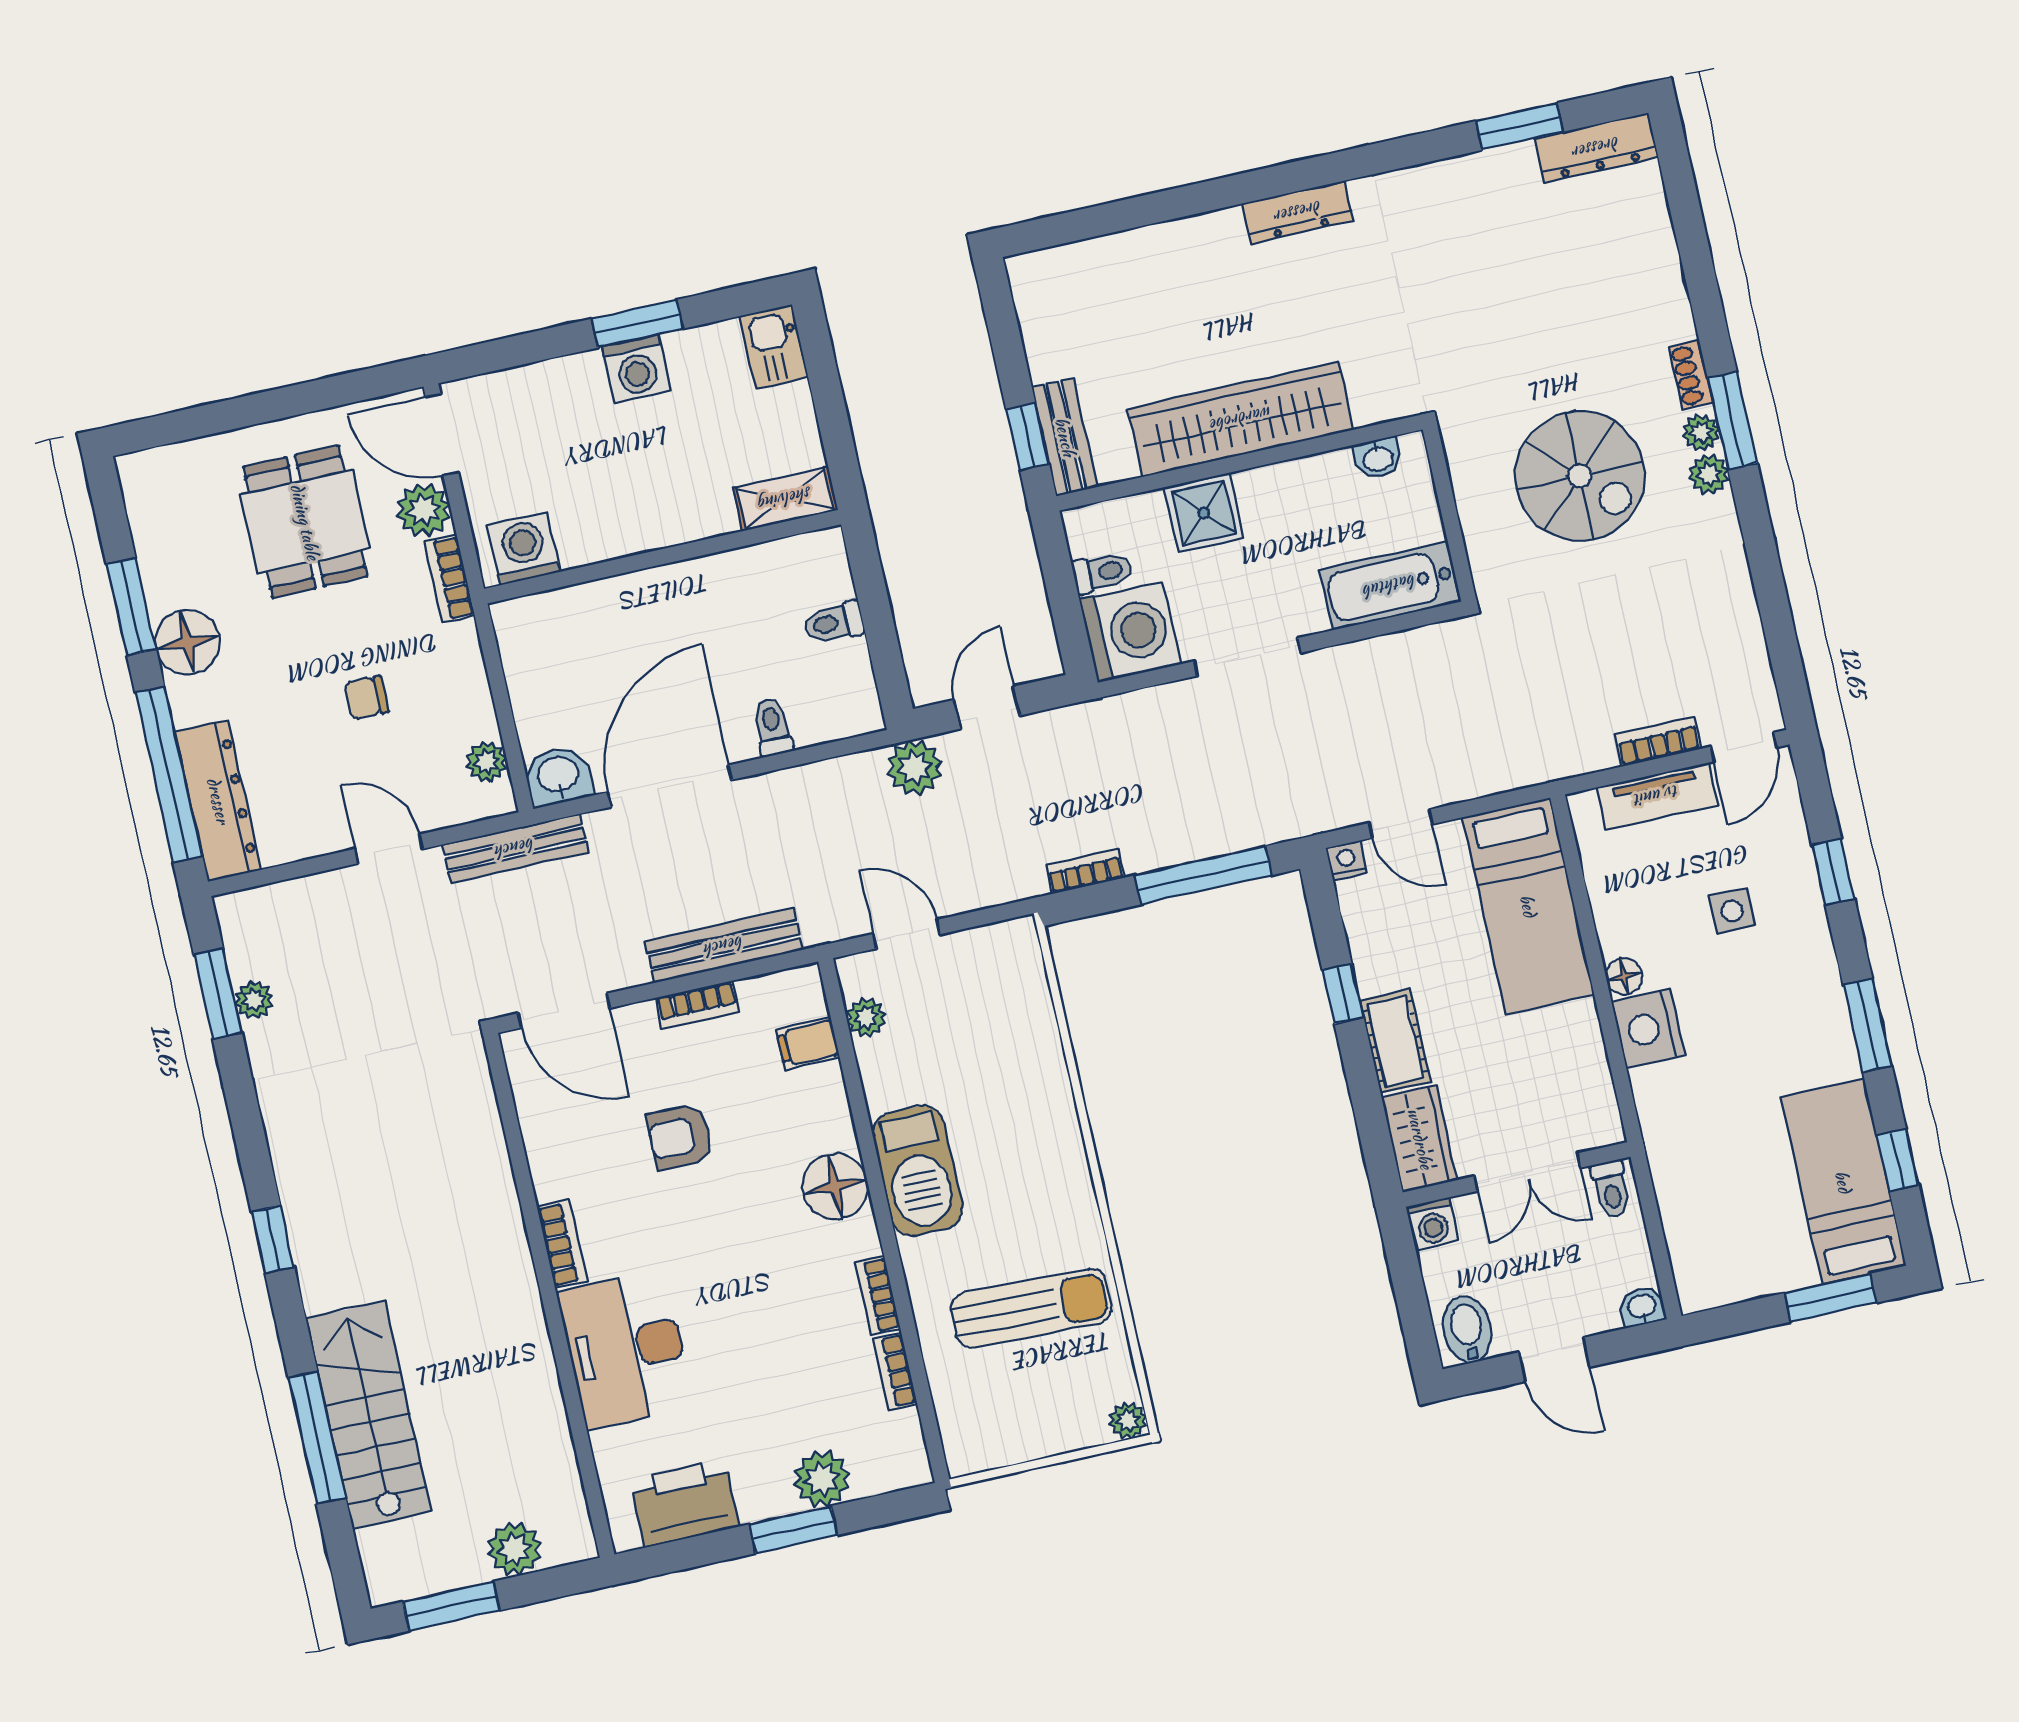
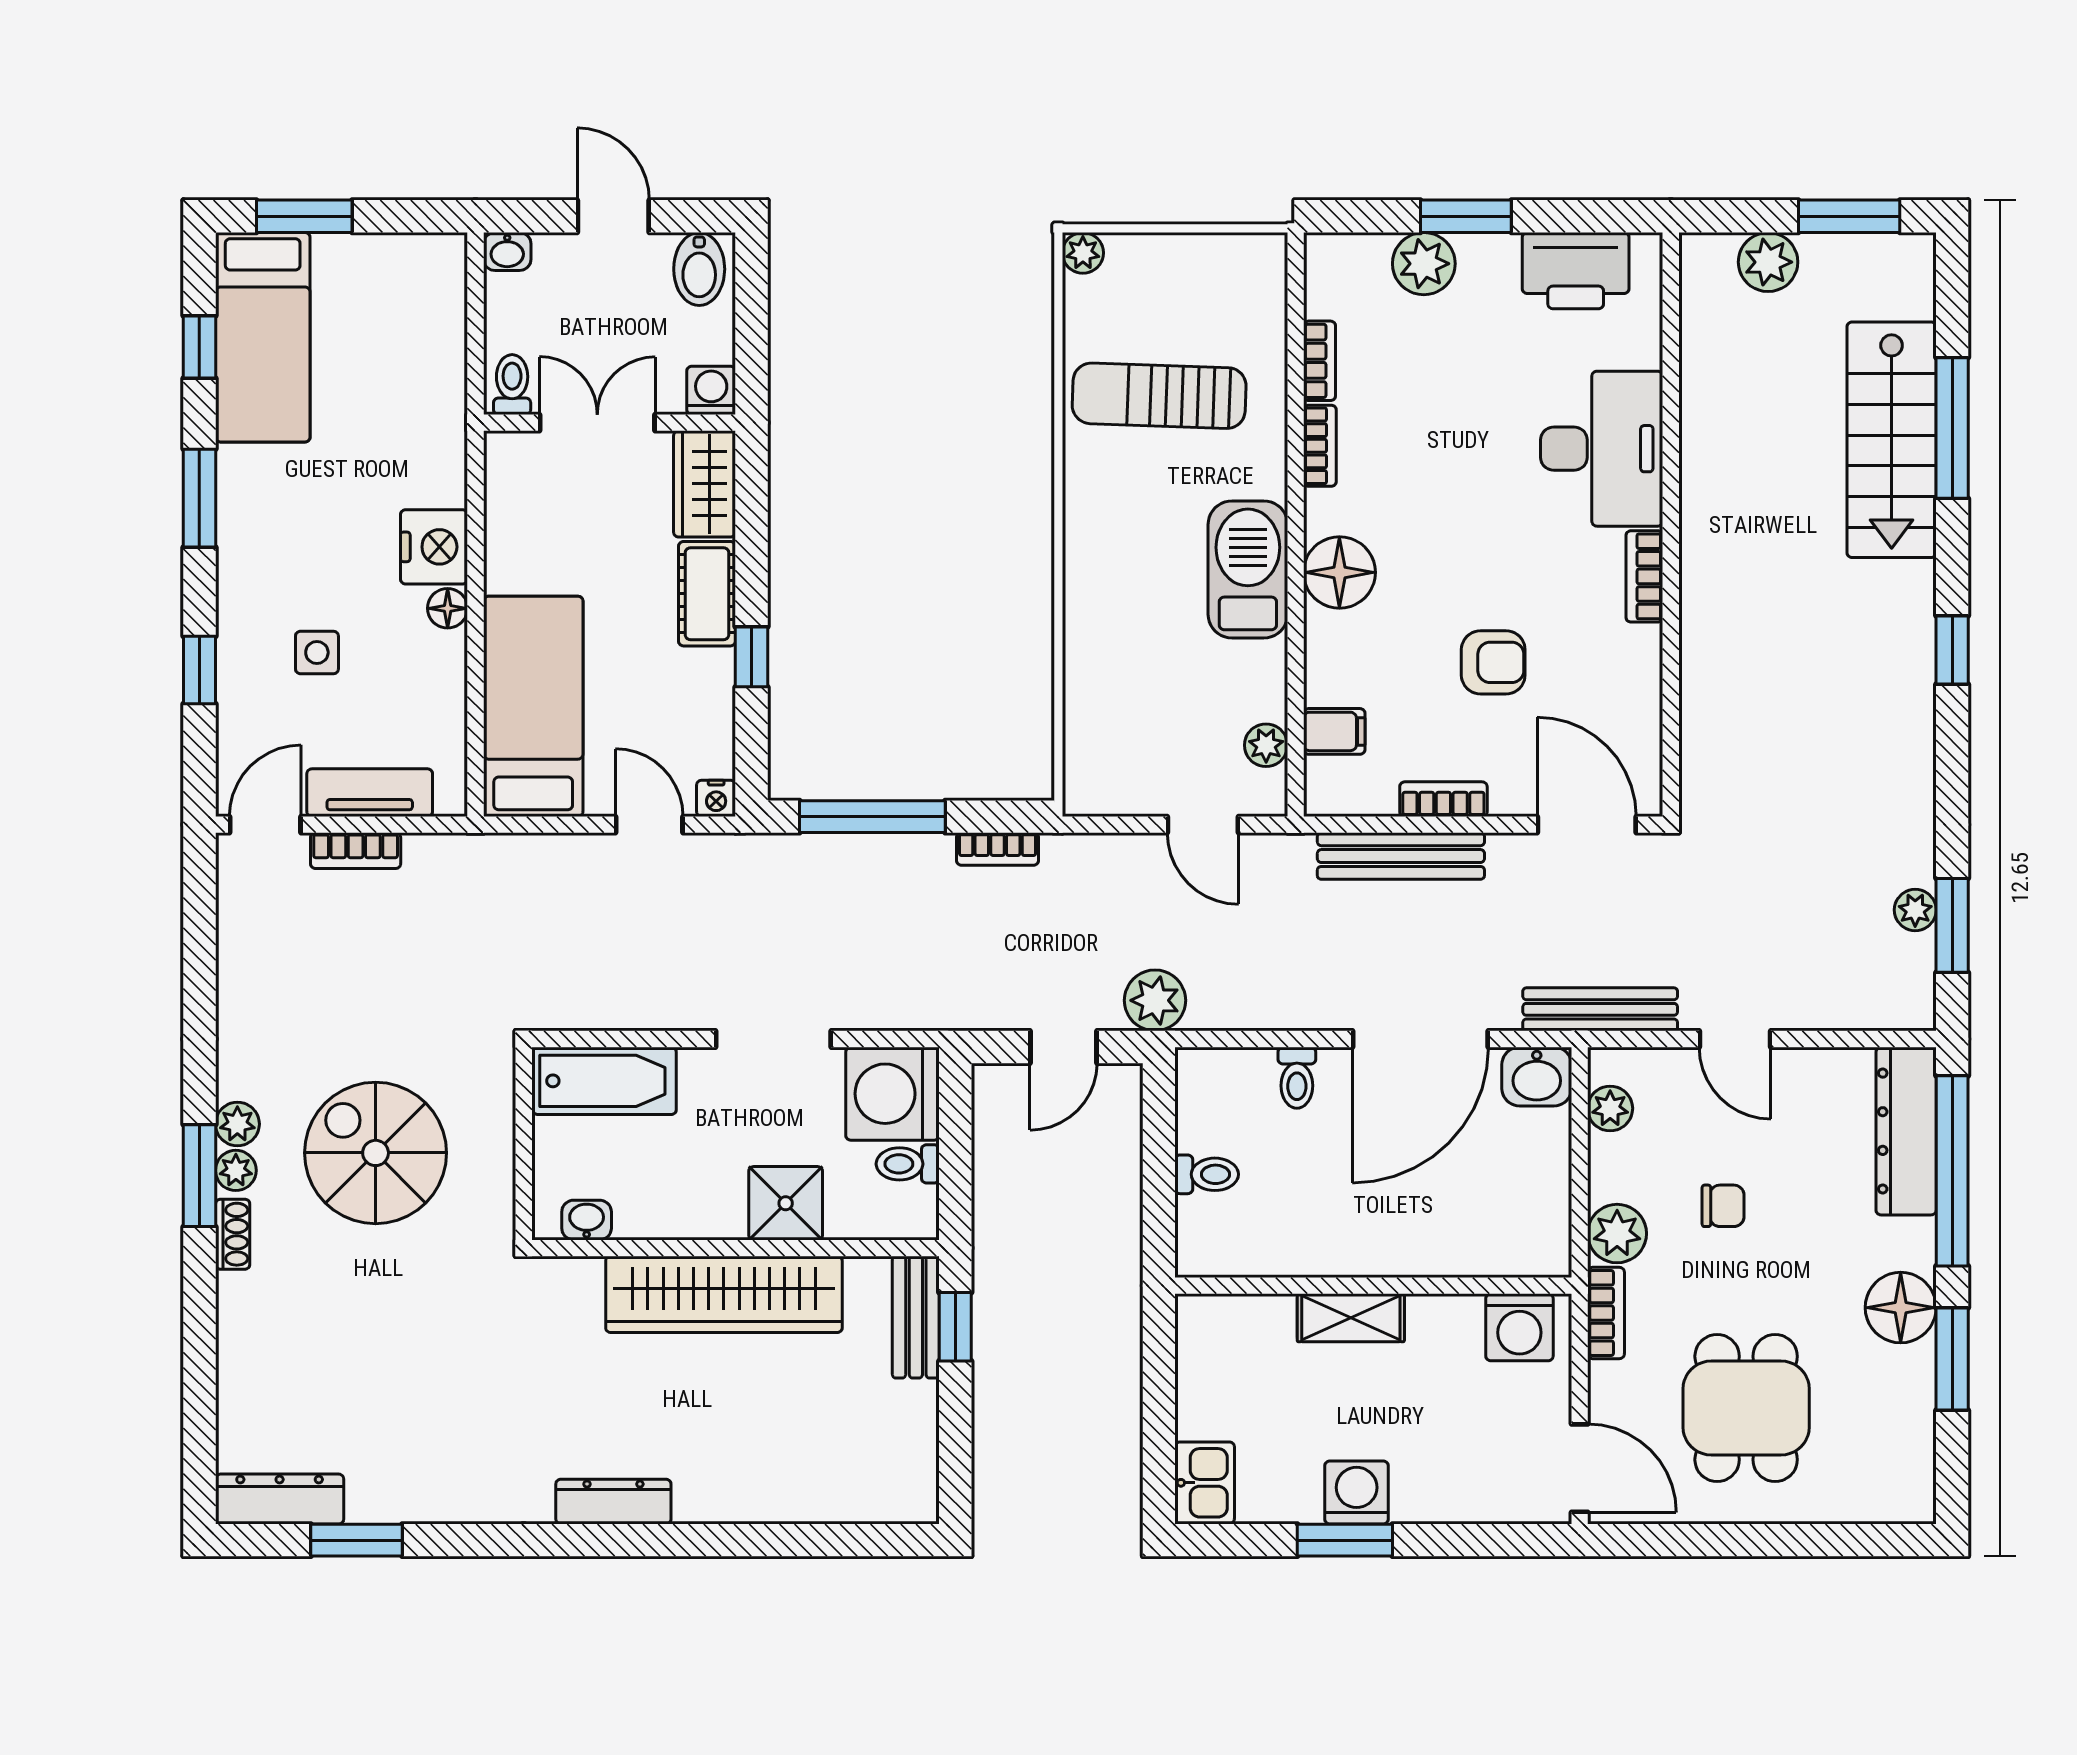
shelving: (785, 499) -> (1351, 1318), moved
plant: (424, 510) -> (1617, 1234), moved

